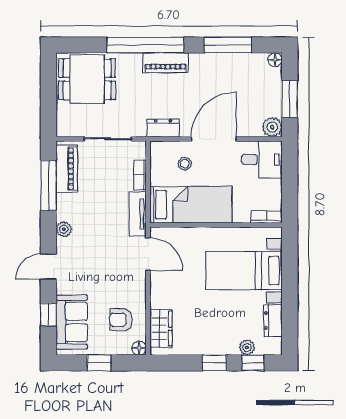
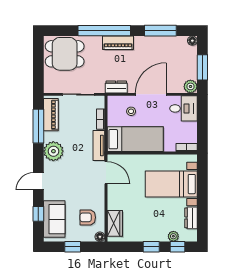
plant: (64, 229) -> (53, 151), width x1.88, depth x1.88

